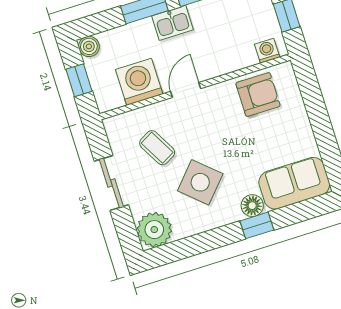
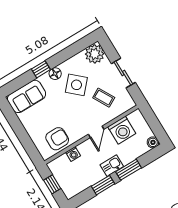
washing machine: (267, 51) -> (73, 154), moved
window: (79, 80) -> (154, 123), removed
armchair: (258, 94) -> (57, 139), turned 180
floor lamp: (252, 206) -> (55, 74), moved

